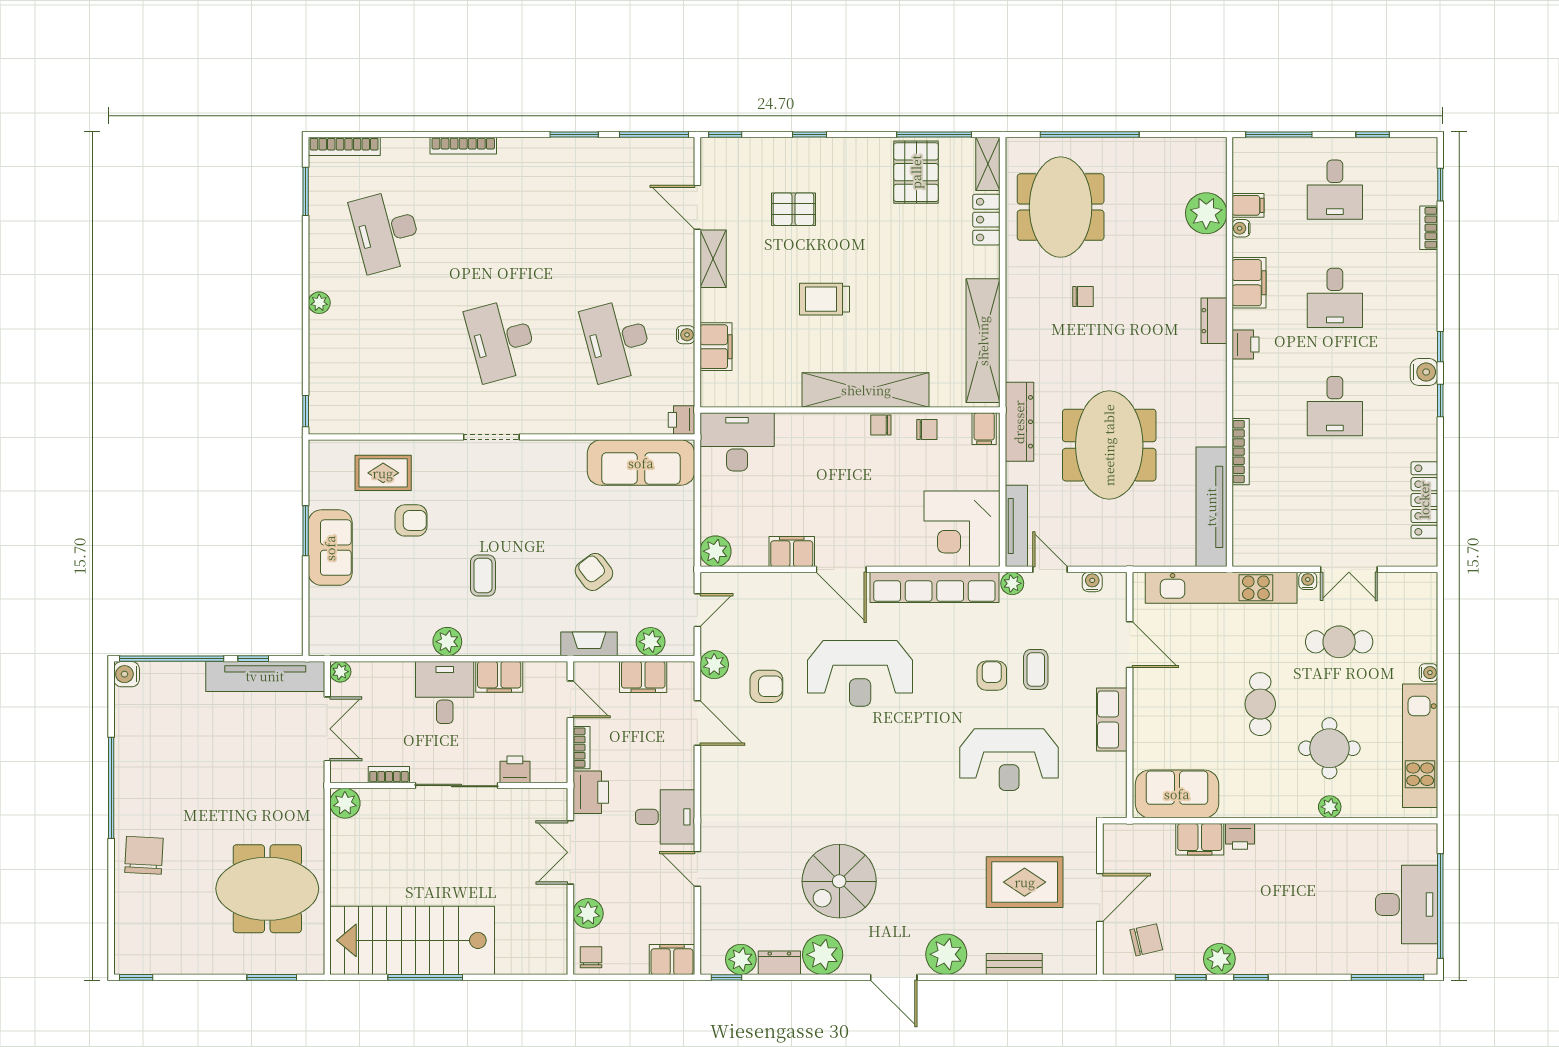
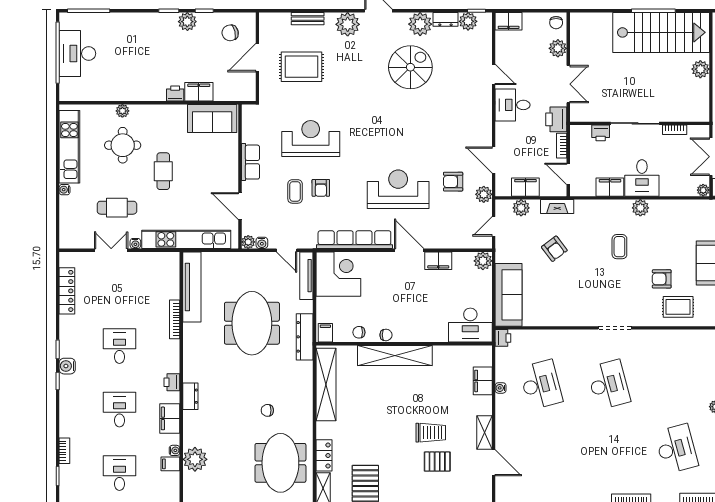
trolley: (825, 299) -> (431, 433), moved
sofa: (641, 463) -> (509, 295), moved, turned 90
plant: (1012, 583) -> (248, 242), moved
plant: (345, 803) -> (700, 69), moved

